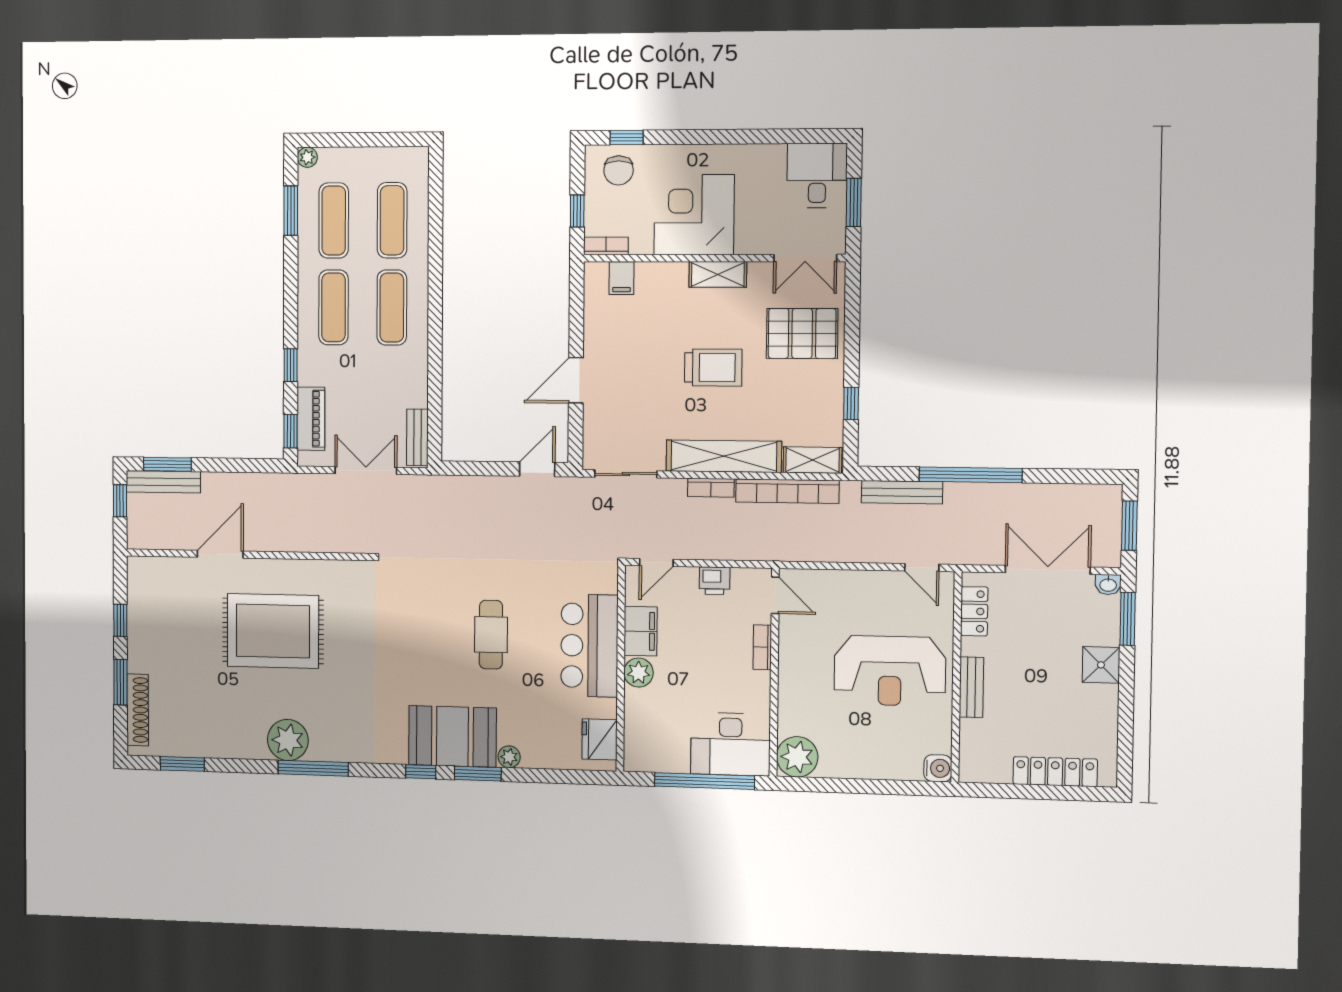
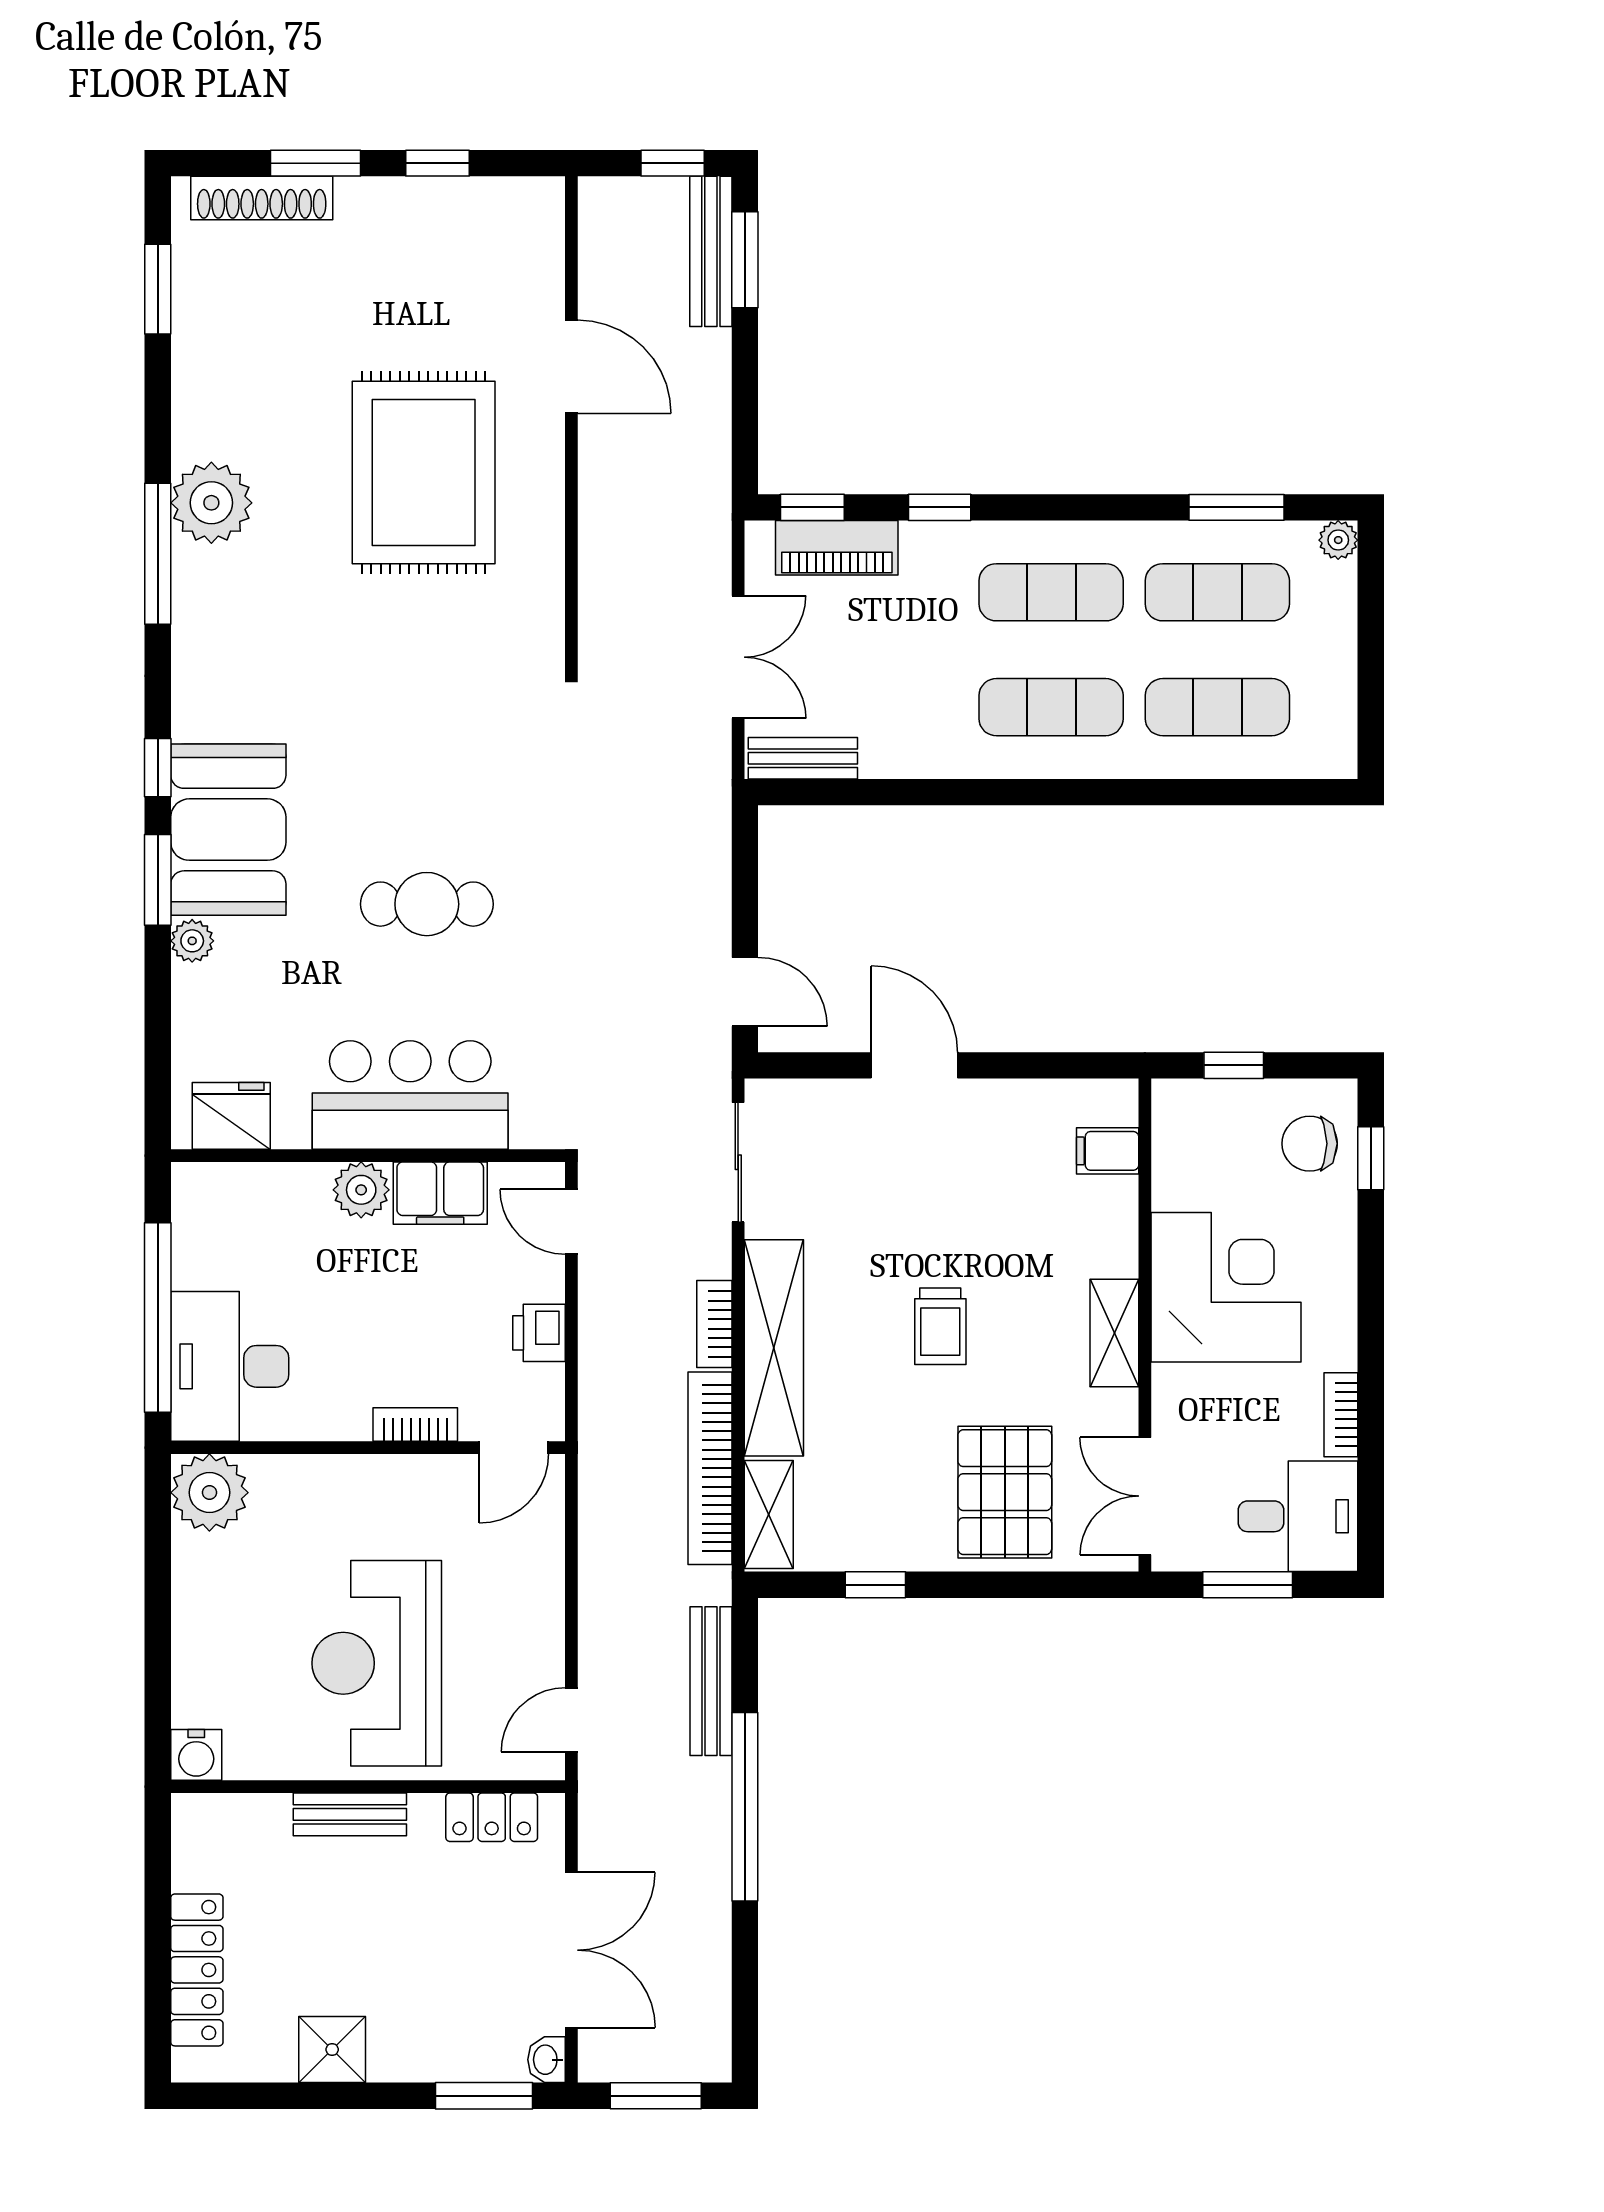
bookcase: (606, 246) -> (1341, 1415), moved, turned 180
trolley: (713, 368) -> (940, 1326), width x0.73, depth x0.72
shower: (1101, 665) -> (332, 2050), moved

